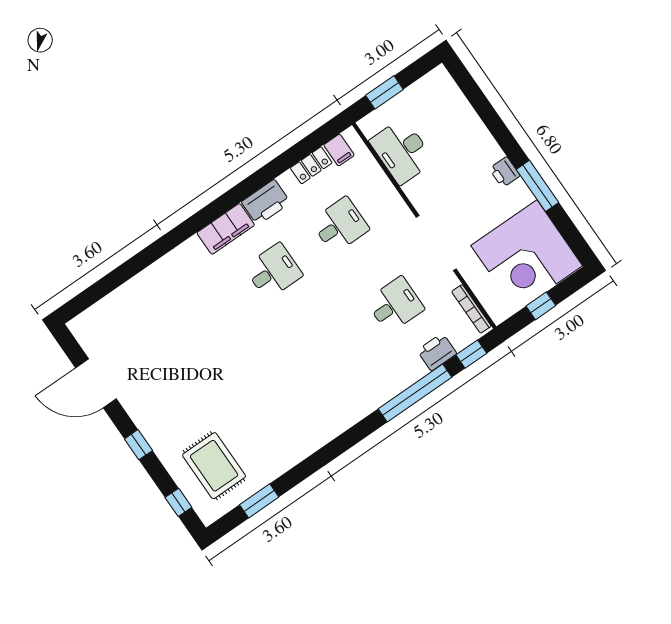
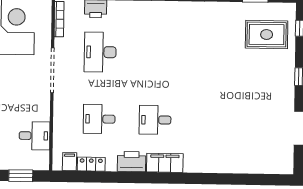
desk: (402, 151) -> (35, 136), width x0.73
desk: (395, 305) -> (100, 52), width x1.37
rug: (214, 466) -> (267, 35), turned 90

